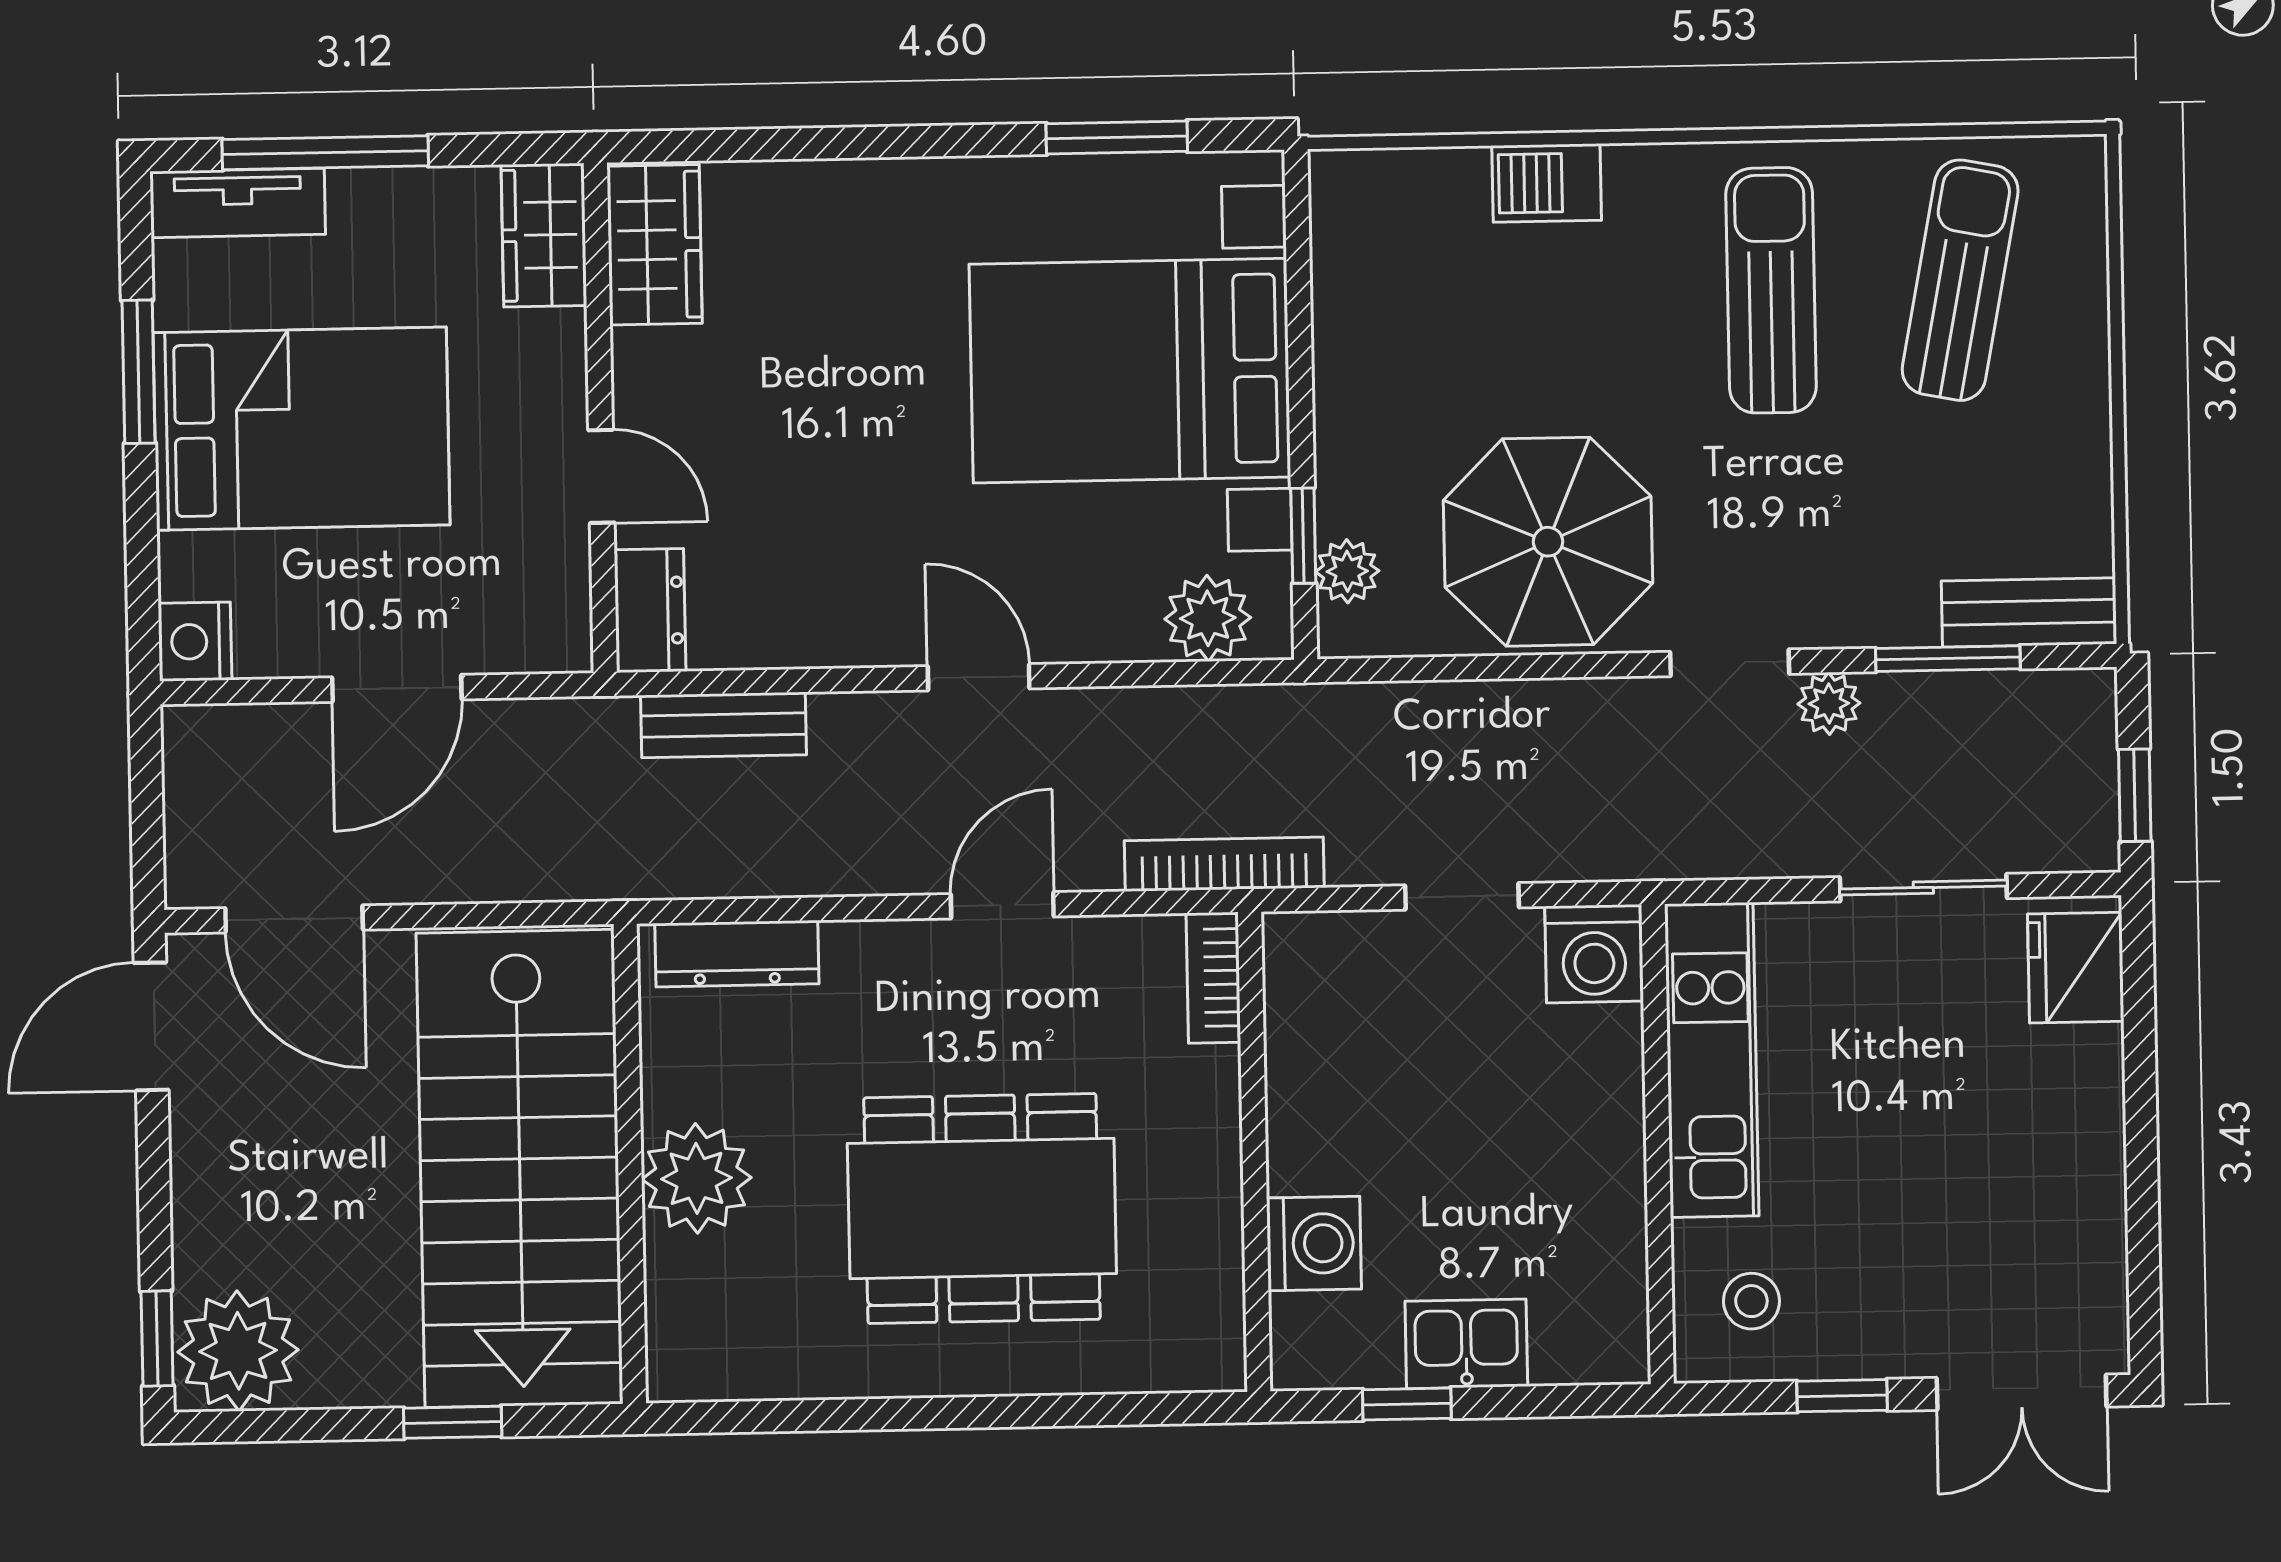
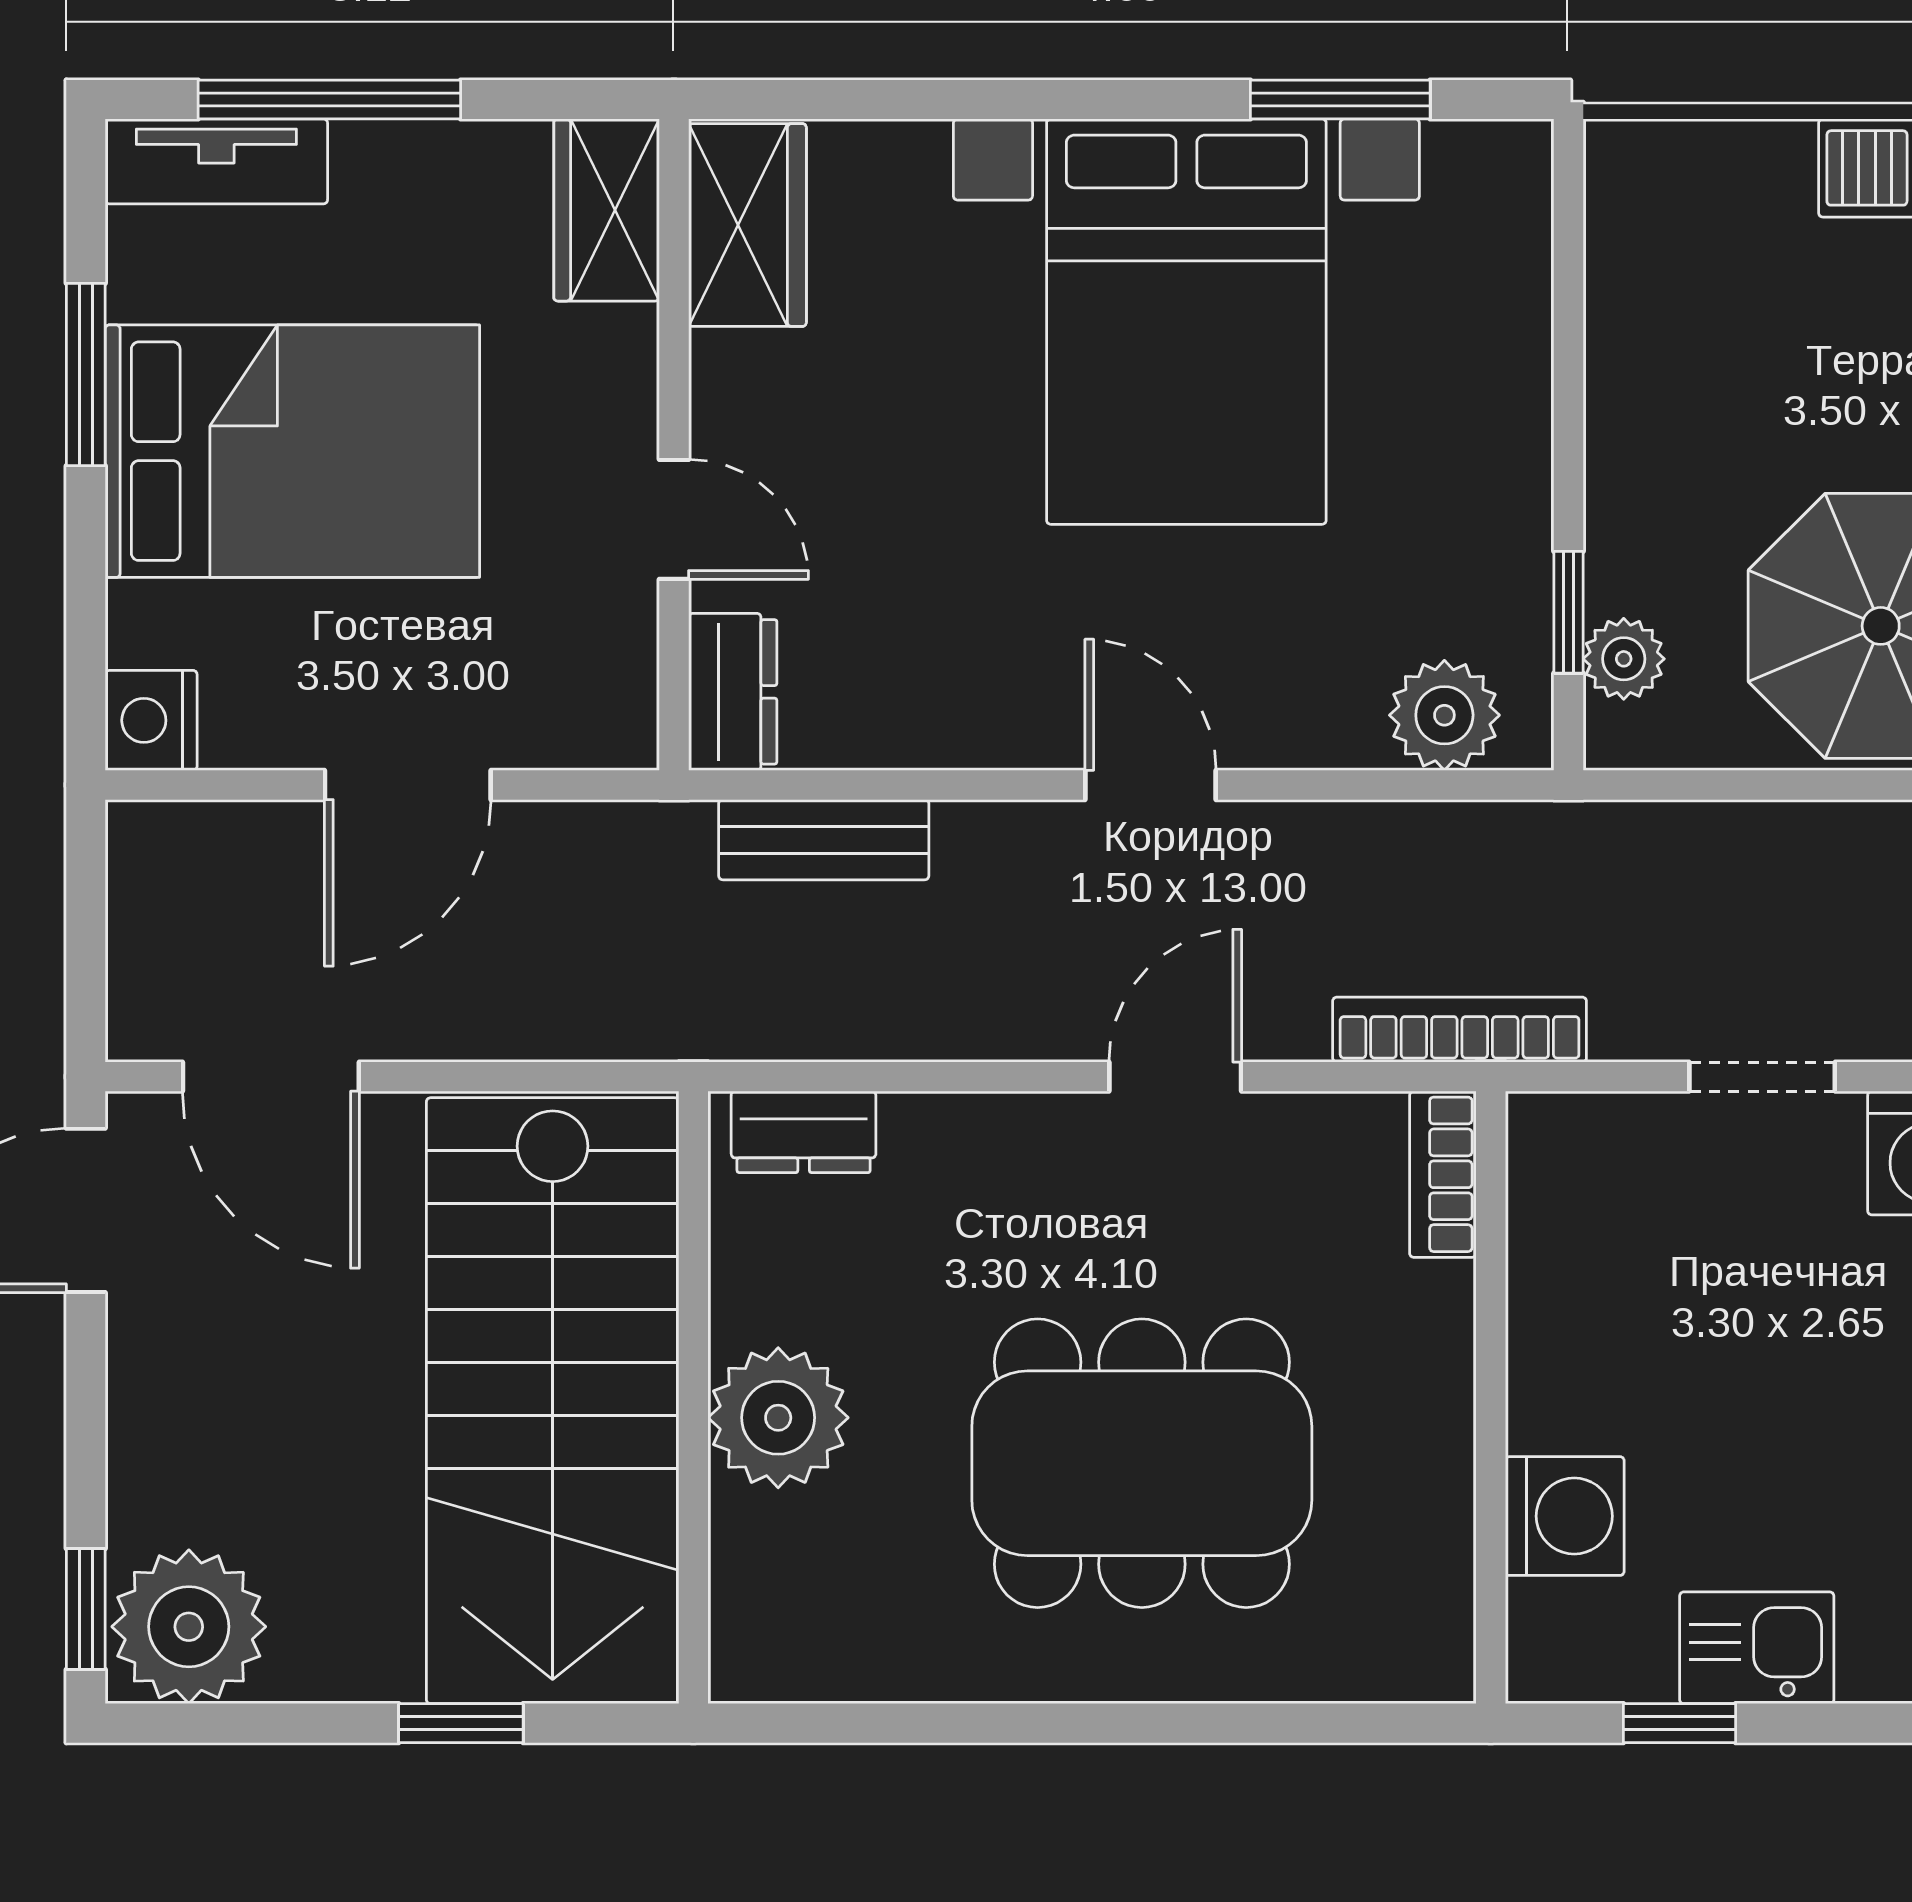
bed with nightstands: (1130, 371) -> (1186, 322), moved, turned -90
dresser: (737, 954) -> (804, 1132), width x0.70

